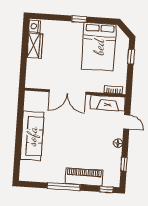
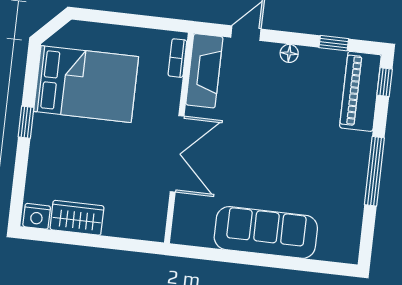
window: (131, 57) -> (110, 18), removed
piano: (84, 177) -> (360, 91), moved

